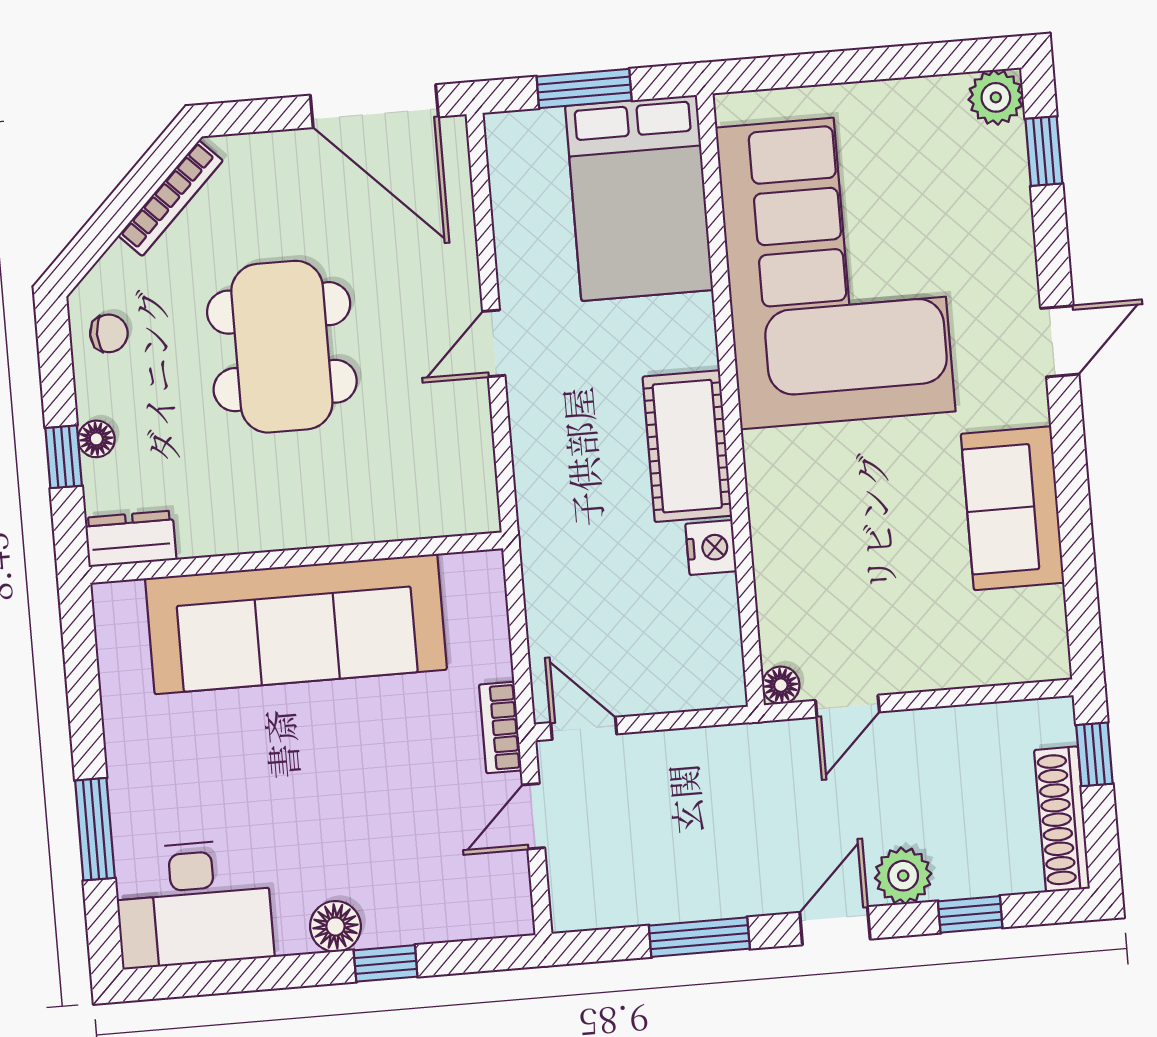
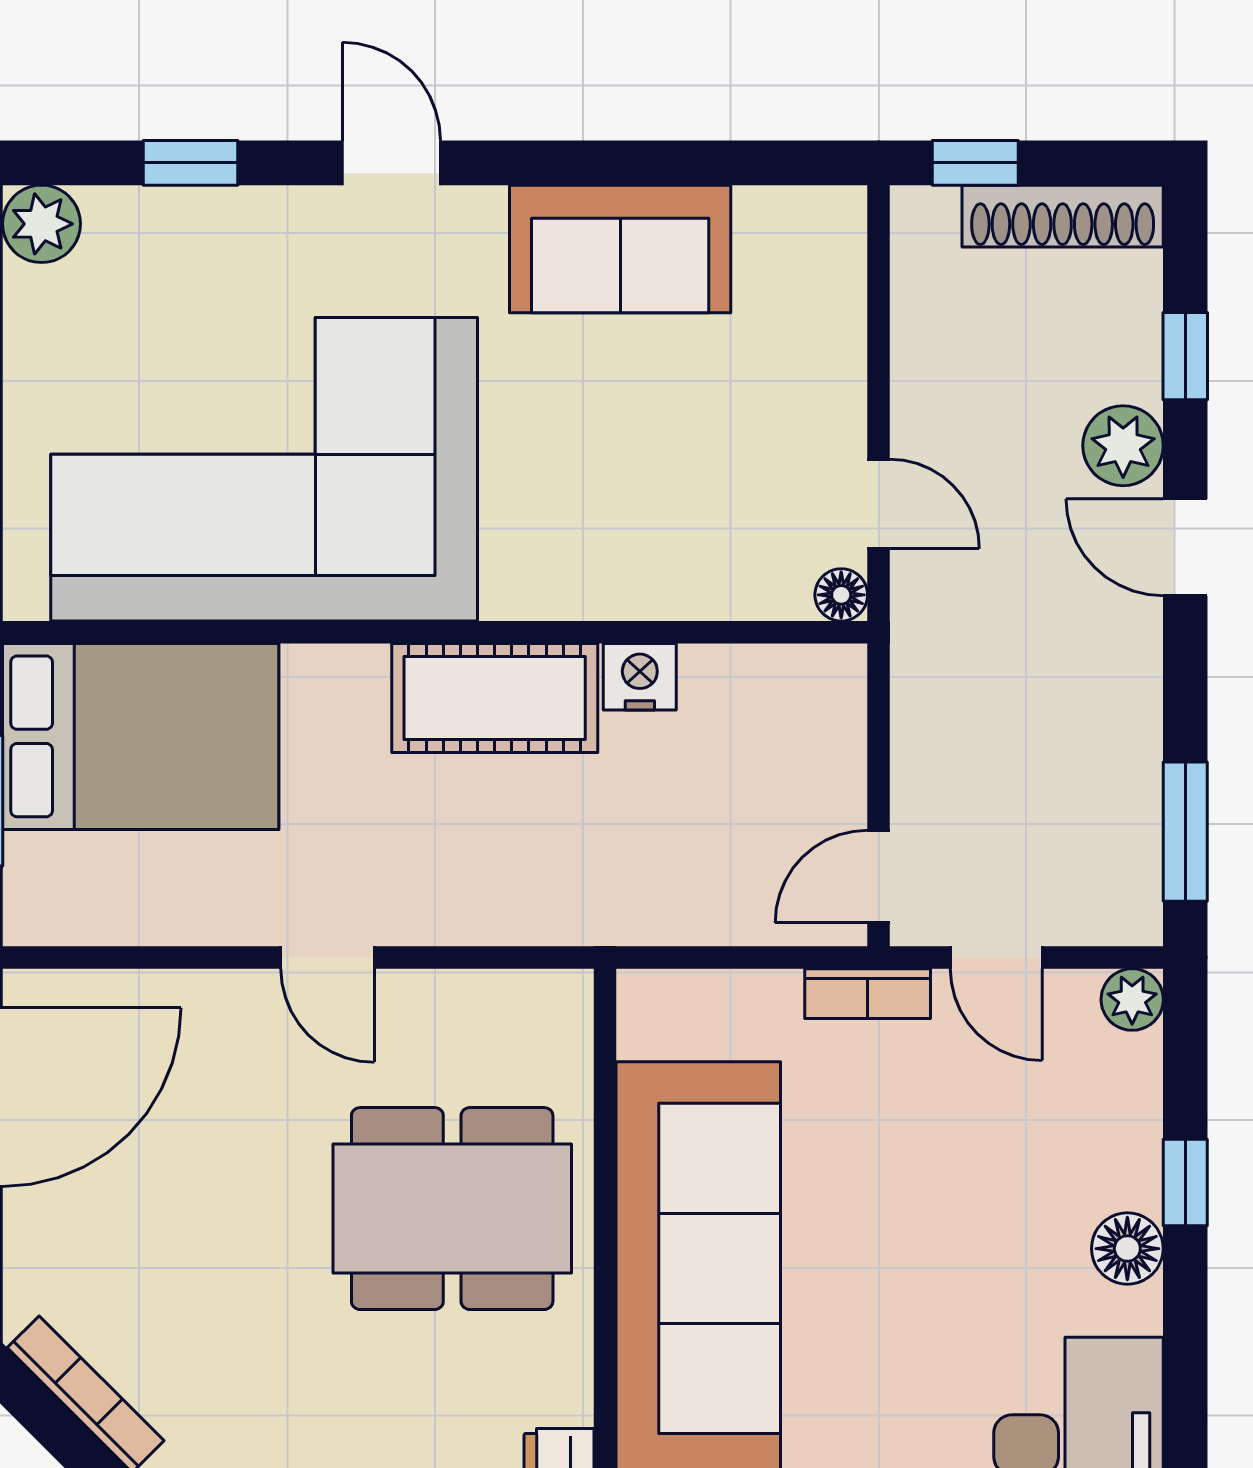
window: (1044, 151) -> (191, 163), moved
dining table: (282, 347) -> (452, 1209), moved
plant: (512, 915) -> (1132, 1000), added
window: (699, 937) -> (1185, 832), moved

